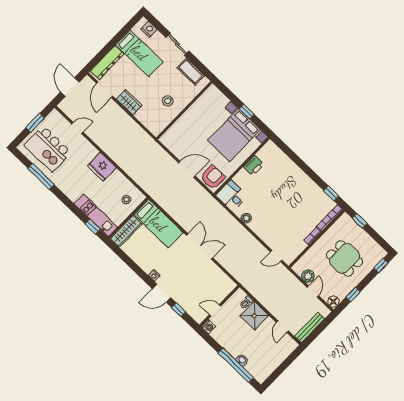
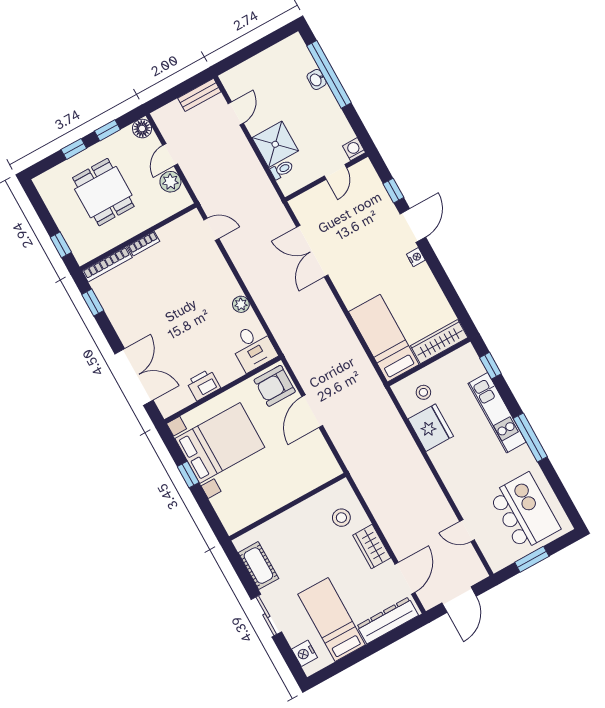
stool: (168, 101) -> (341, 518), moved
double door: (295, 158) -> (134, 377), added
fridge: (102, 167) -> (431, 428), moved
door: (187, 169) -> (312, 411), hinge flipped
window: (41, 176) -> (530, 438), moved
kitchen unit: (96, 215) -> (497, 413), moved
double door: (200, 247) -> (312, 251), moved
window: (381, 266) -> (74, 149), moved
door: (161, 293) -> (413, 226), hinge flipped
door: (215, 310) -> (335, 172), hinge flipped
bench: (310, 328) -> (199, 95), width x0.73

